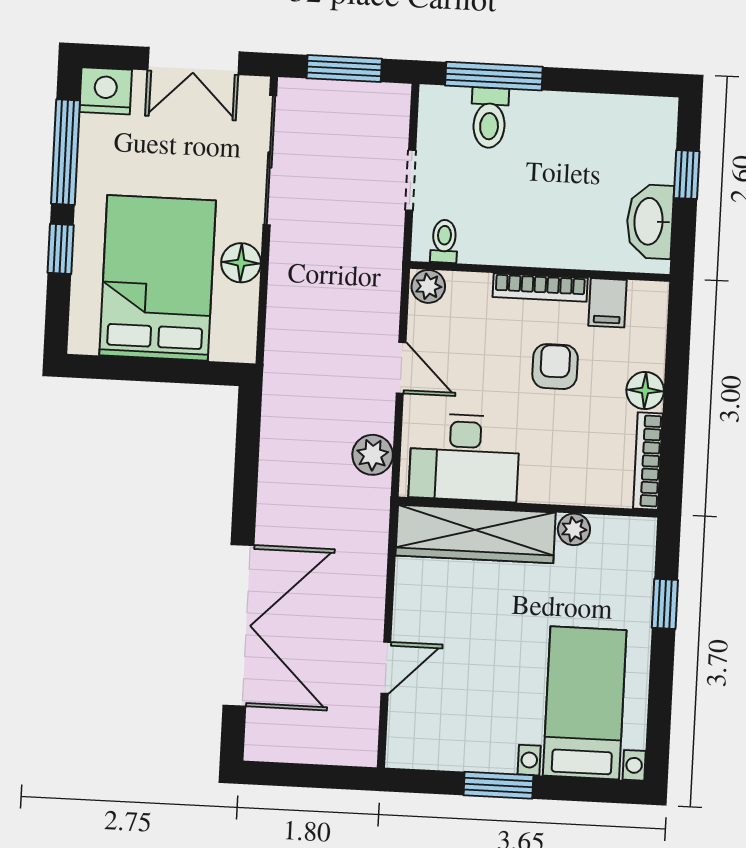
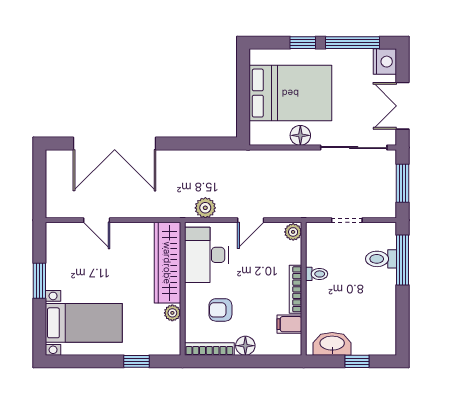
toilet: (444, 241) -> (317, 274), moved
armchair: (555, 367) -> (220, 310), moved, turned 180

